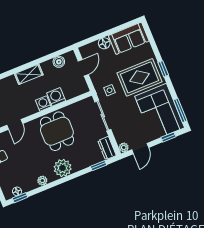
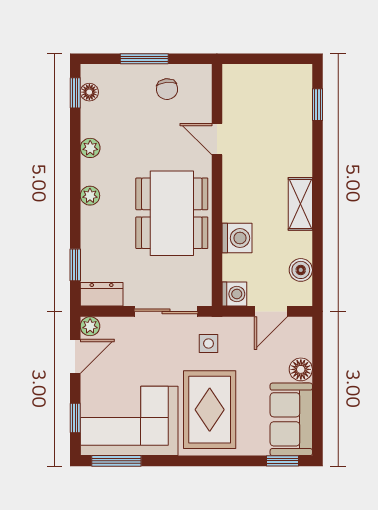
door: (83, 68) -> (271, 311), hinge flipped
window: (163, 69) -> (283, 461), moved
washing machine: (43, 103) -> (234, 294), moved
dining table: (57, 131) -> (172, 213), width x1.38
door: (140, 149) -> (75, 356), swing flipped
plant: (63, 168) -> (90, 196), width x0.53, depth x0.53

